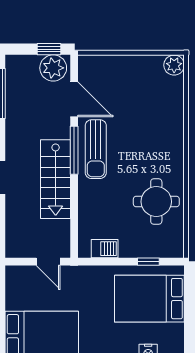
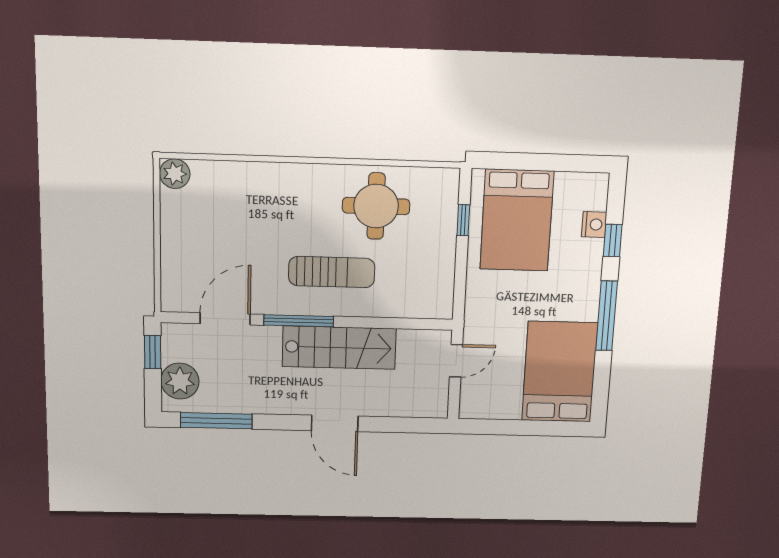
plant: (53, 68) -> (180, 381), moved
sun lounger: (96, 149) -> (332, 272), moved
barbecue: (105, 249) -> (441, 282), removed

